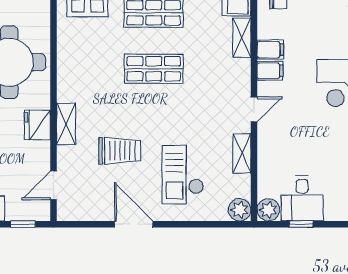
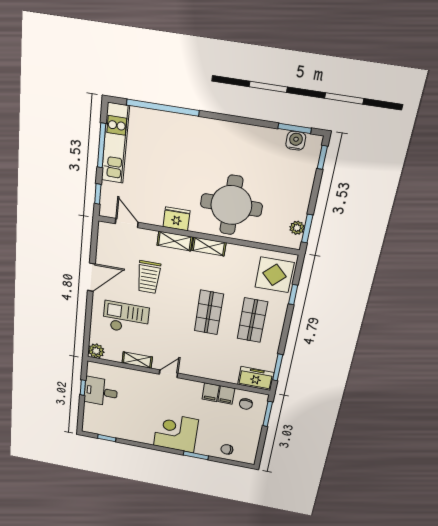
shelving: (242, 38) -> (209, 246), moved
filing cabinet: (270, 71) -> (226, 395), moved
door: (254, 109) -> (168, 374), swing flipped
plant: (268, 210) -> (95, 369), removed

